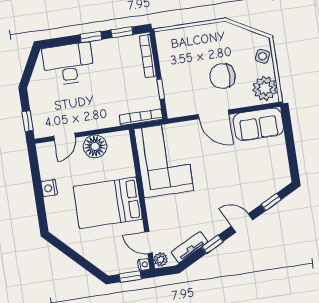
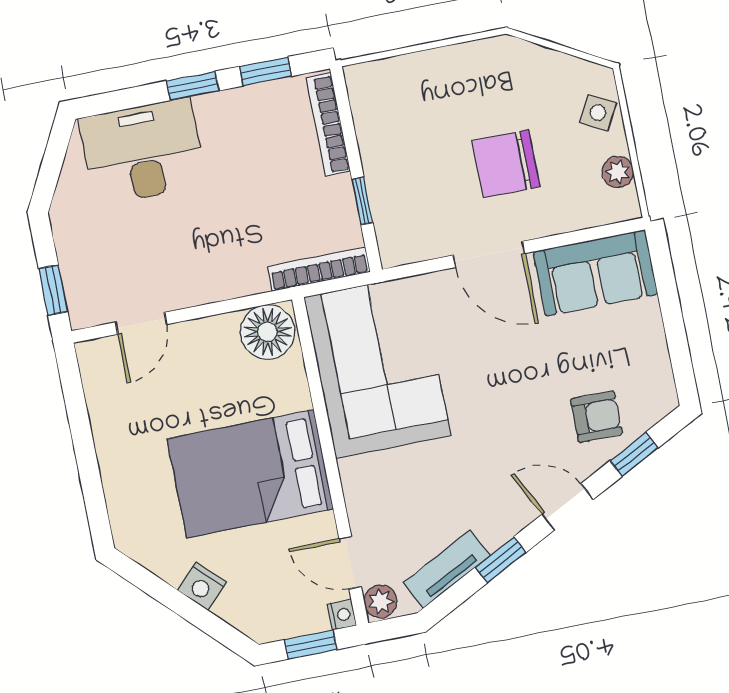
plant: (265, 88) -> (618, 172), width x0.53, depth x0.53
floor lamp: (95, 146) -> (268, 332), moved
armchair: (256, 185) -> (597, 417), added
nightstand: (49, 188) -> (202, 586), moved, turned -45

